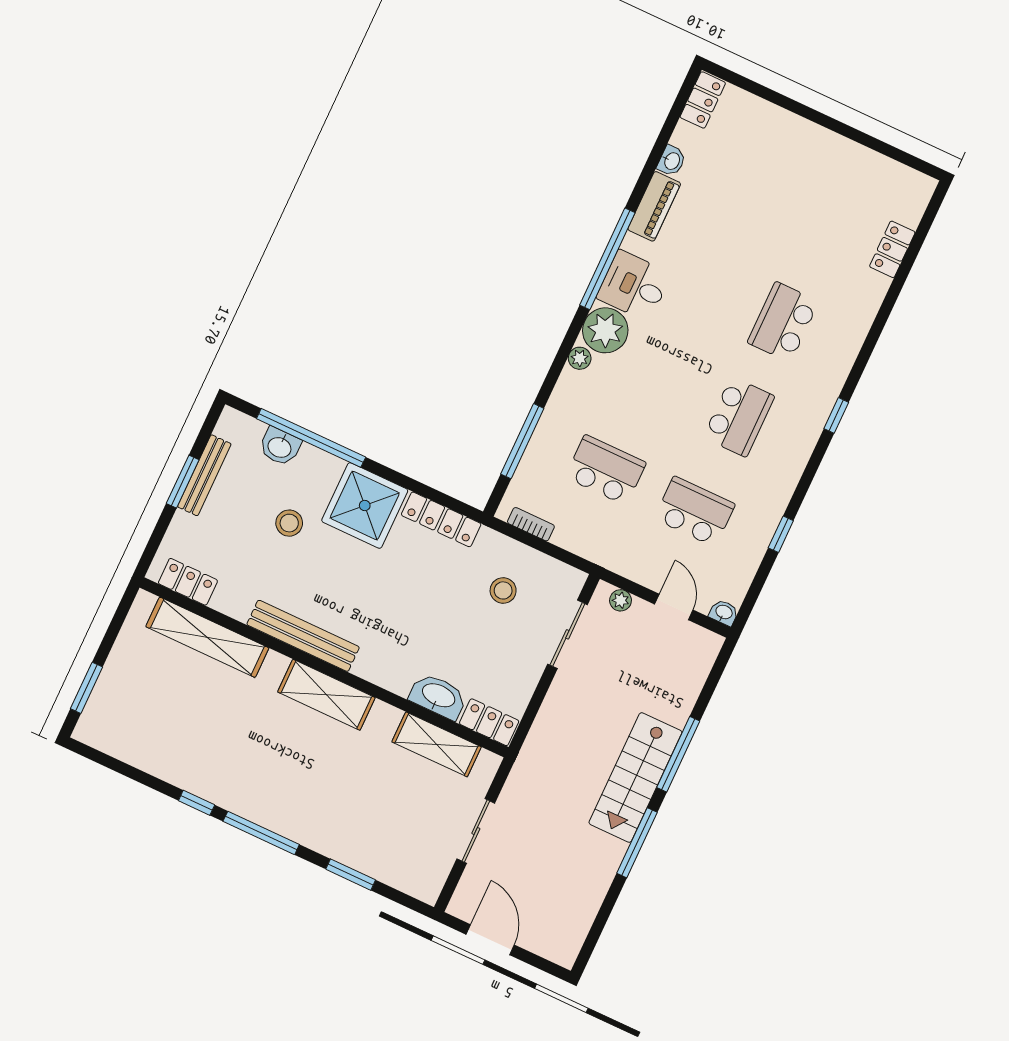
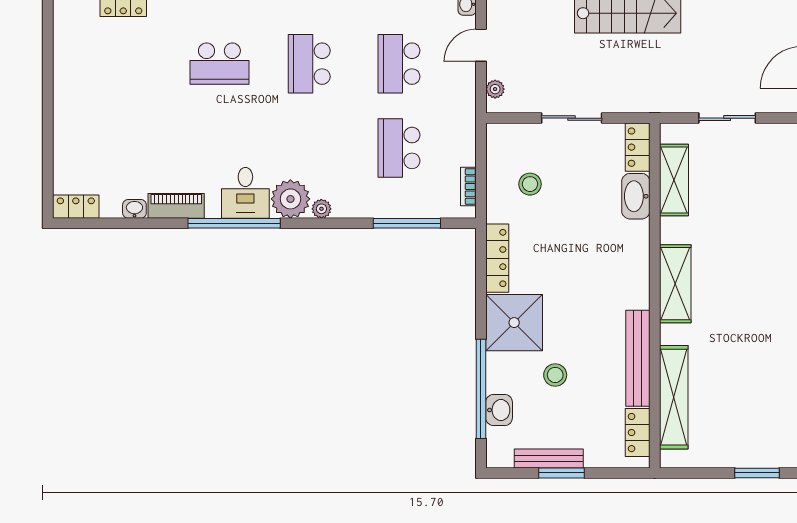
school desk: (739, 417) -> (309, 64), turned -90
sliding door: (567, 634) -> (572, 118), moved
bench: (303, 636) -> (638, 358), moved

